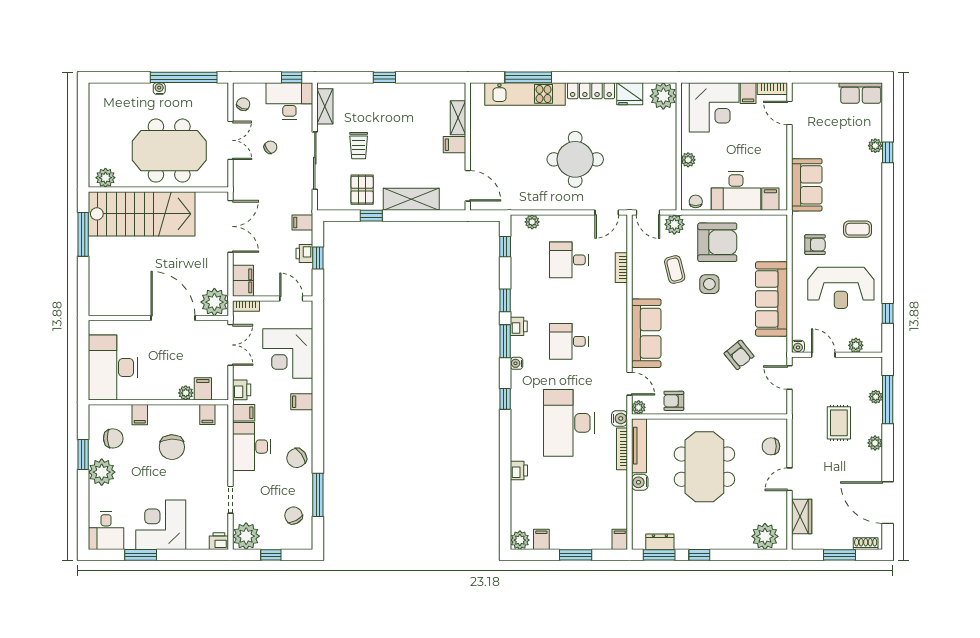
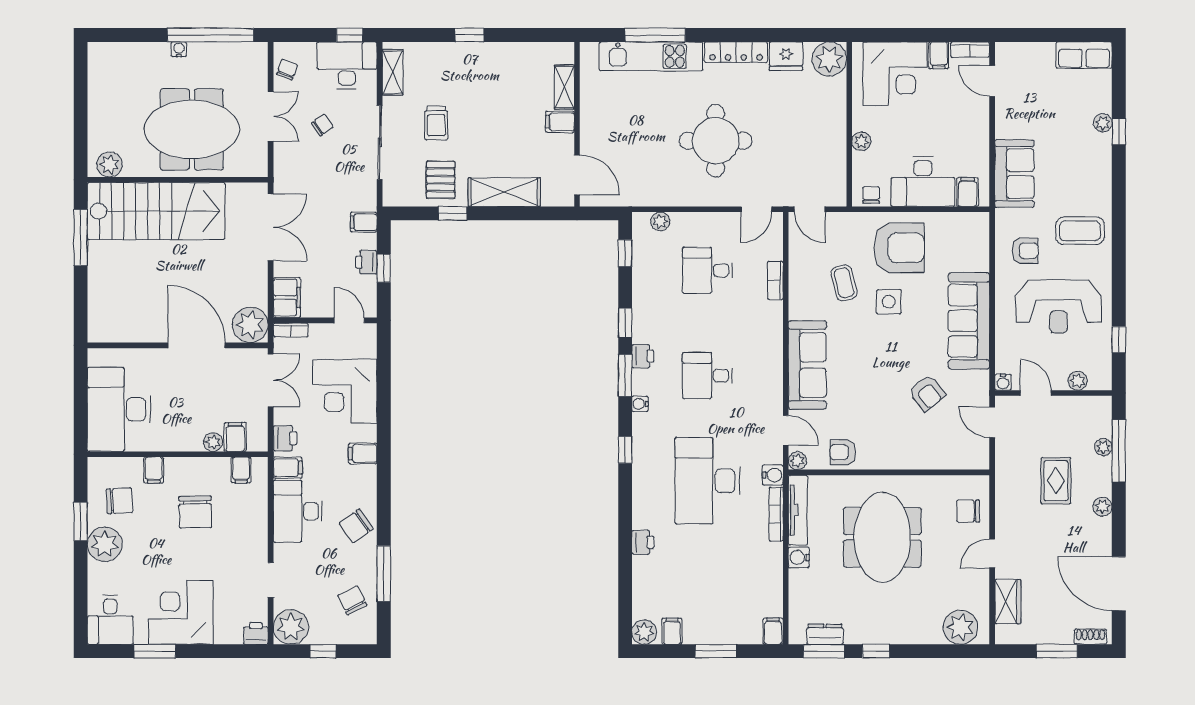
plant: (674, 224) -> (844, 225), removed
coffee table: (858, 229) -> (1080, 231), width x1.36, depth x1.30

